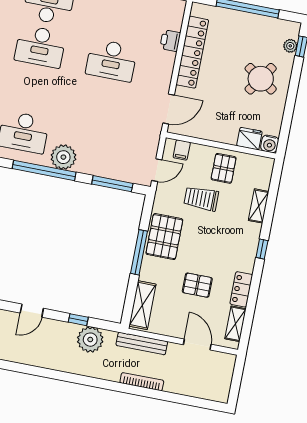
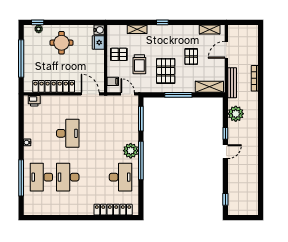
printer: (170, 41) -> (34, 101), moved
desk: (40, 46) -> (68, 177), turned 180
round table: (261, 79) -> (61, 43), turned -34
pallet: (164, 237) -> (166, 71), moved, turned 90
locker: (241, 289) -> (189, 30), removed
door: (32, 311) -> (225, 152), hinge flipped
window: (78, 320) -> (225, 133), moved

